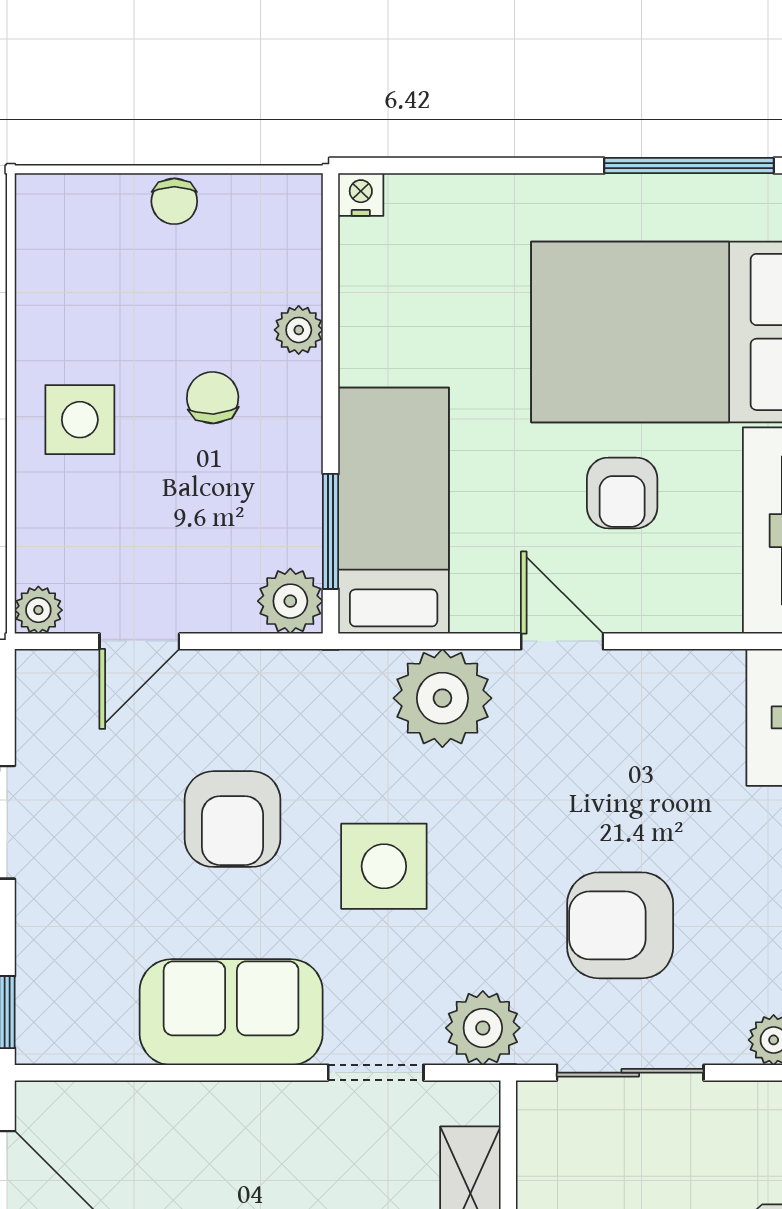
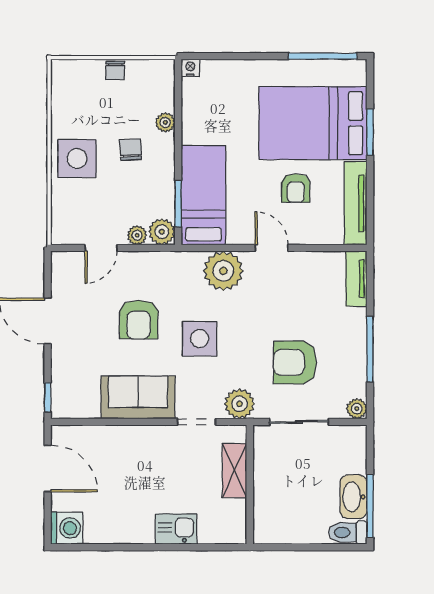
side table: (80, 420) -> (77, 159), width x1.37, depth x1.37
plant: (38, 610) -> (137, 235), moved

